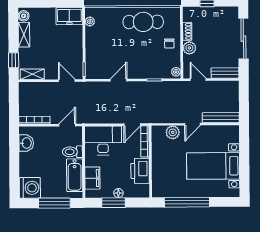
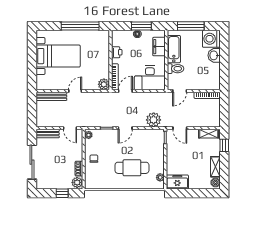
cafe table: (143, 22) -> (132, 168), moved
plant: (189, 48) -> (77, 182), moved
door: (119, 80) -> (125, 128), moved
plant: (98, 90) -> (154, 120), added
plant: (173, 132) -> (104, 84), moved
washbasin: (26, 143) -> (214, 55), moved
printer: (140, 171) -> (117, 52), width x0.53, depth x0.68

